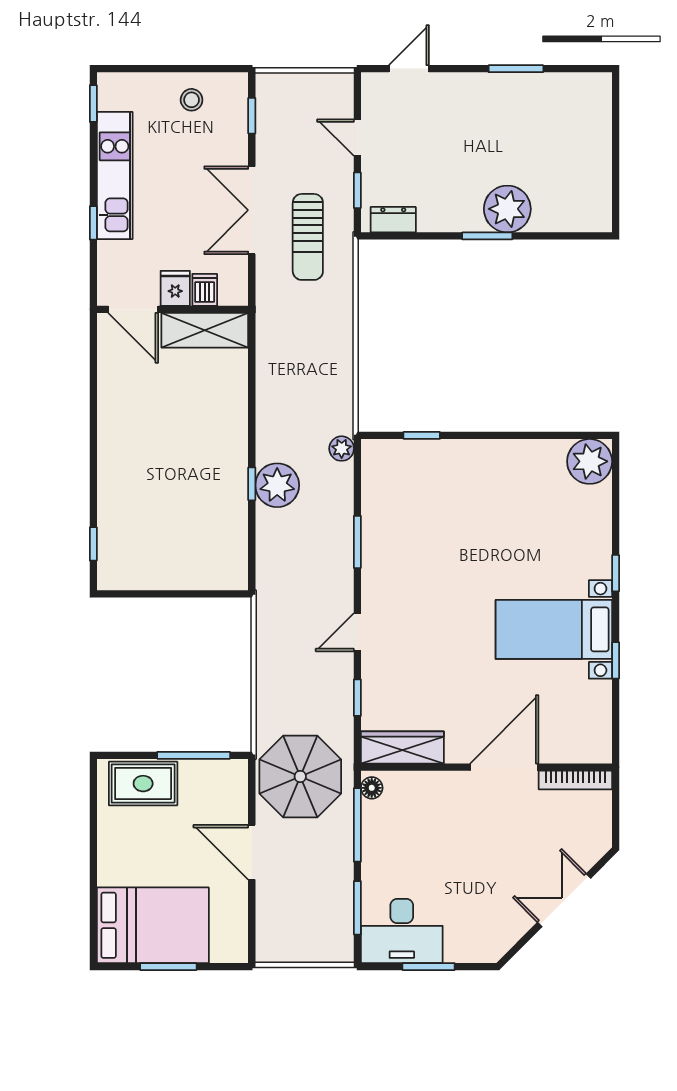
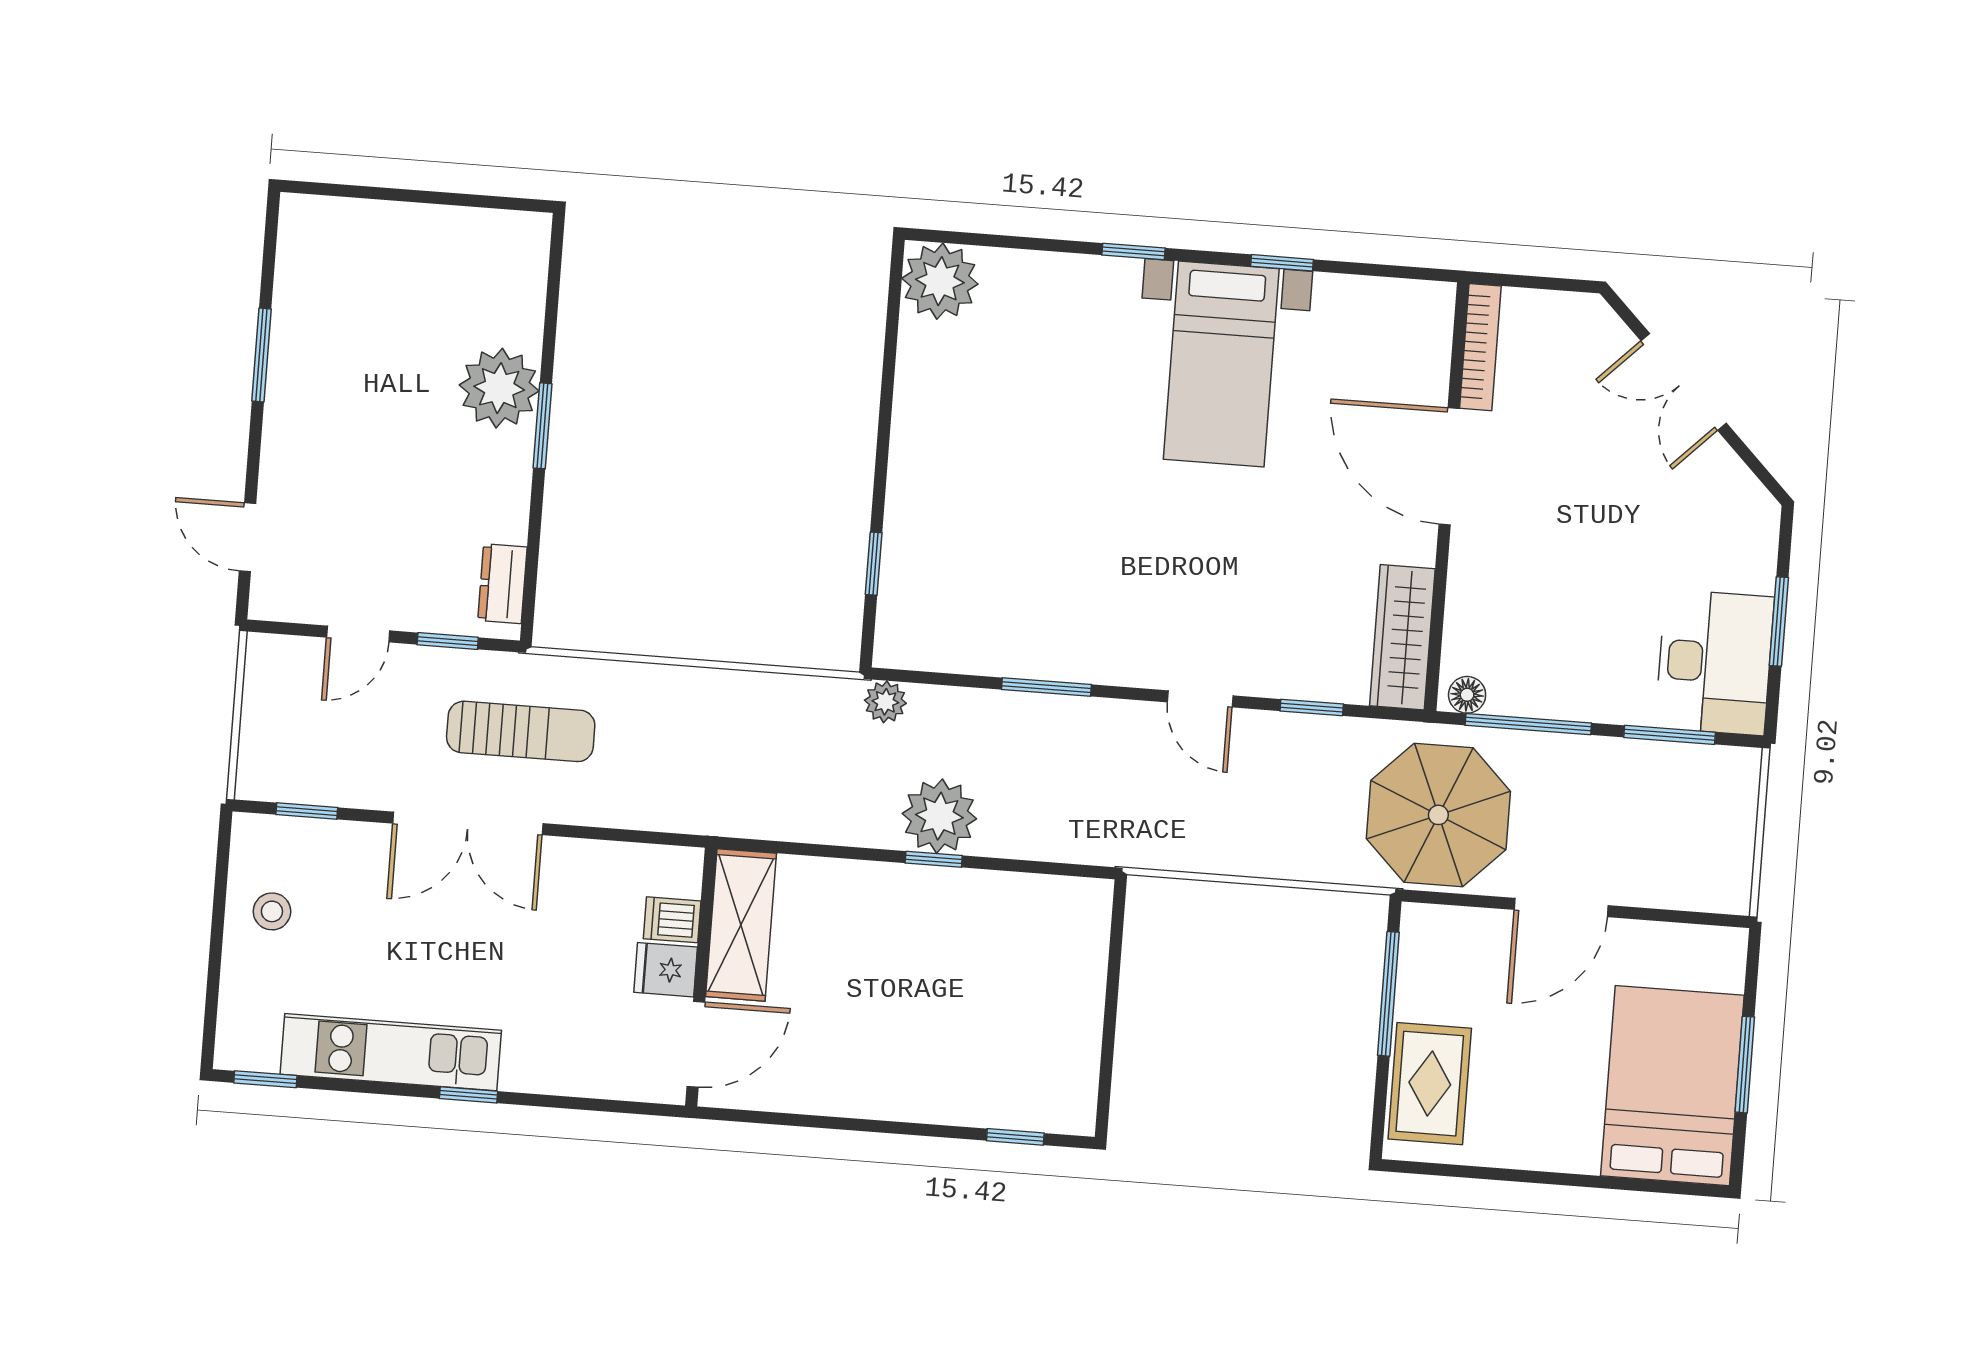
fridge: (175, 288) -> (666, 970), moved
dishwasher: (205, 290) -> (672, 920), moved
door: (133, 309) -> (696, 1044), moved
wall: (173, 309) -> (701, 977), moved
shelving: (205, 330) -> (741, 925), moved

